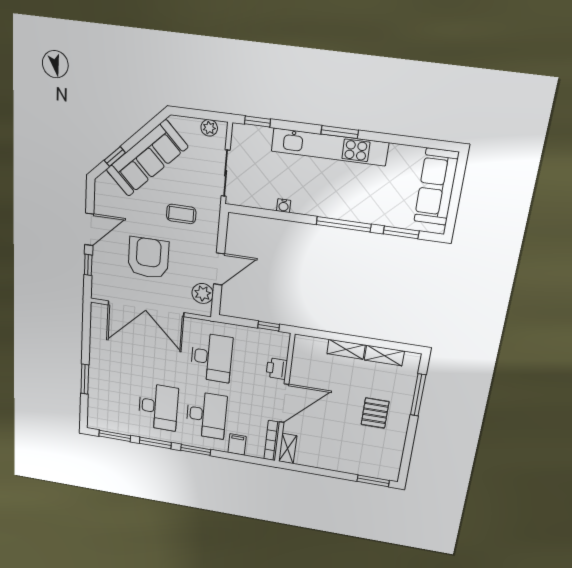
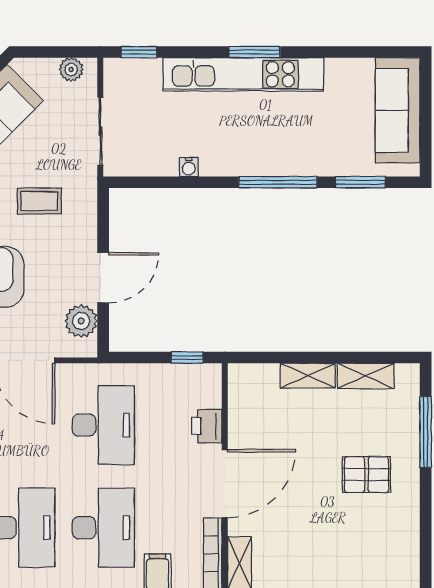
pallet: (375, 413) -> (366, 475), turned 90

